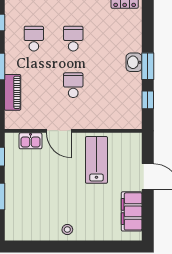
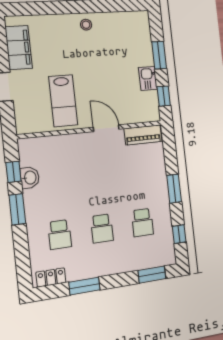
washbasin: (134, 62) -> (30, 178), moved
school desk: (73, 85) -> (60, 234), moved
piano: (13, 92) -> (143, 135), moved, turned -90
kitchen sink: (31, 141) -> (148, 78), moved, turned -90

